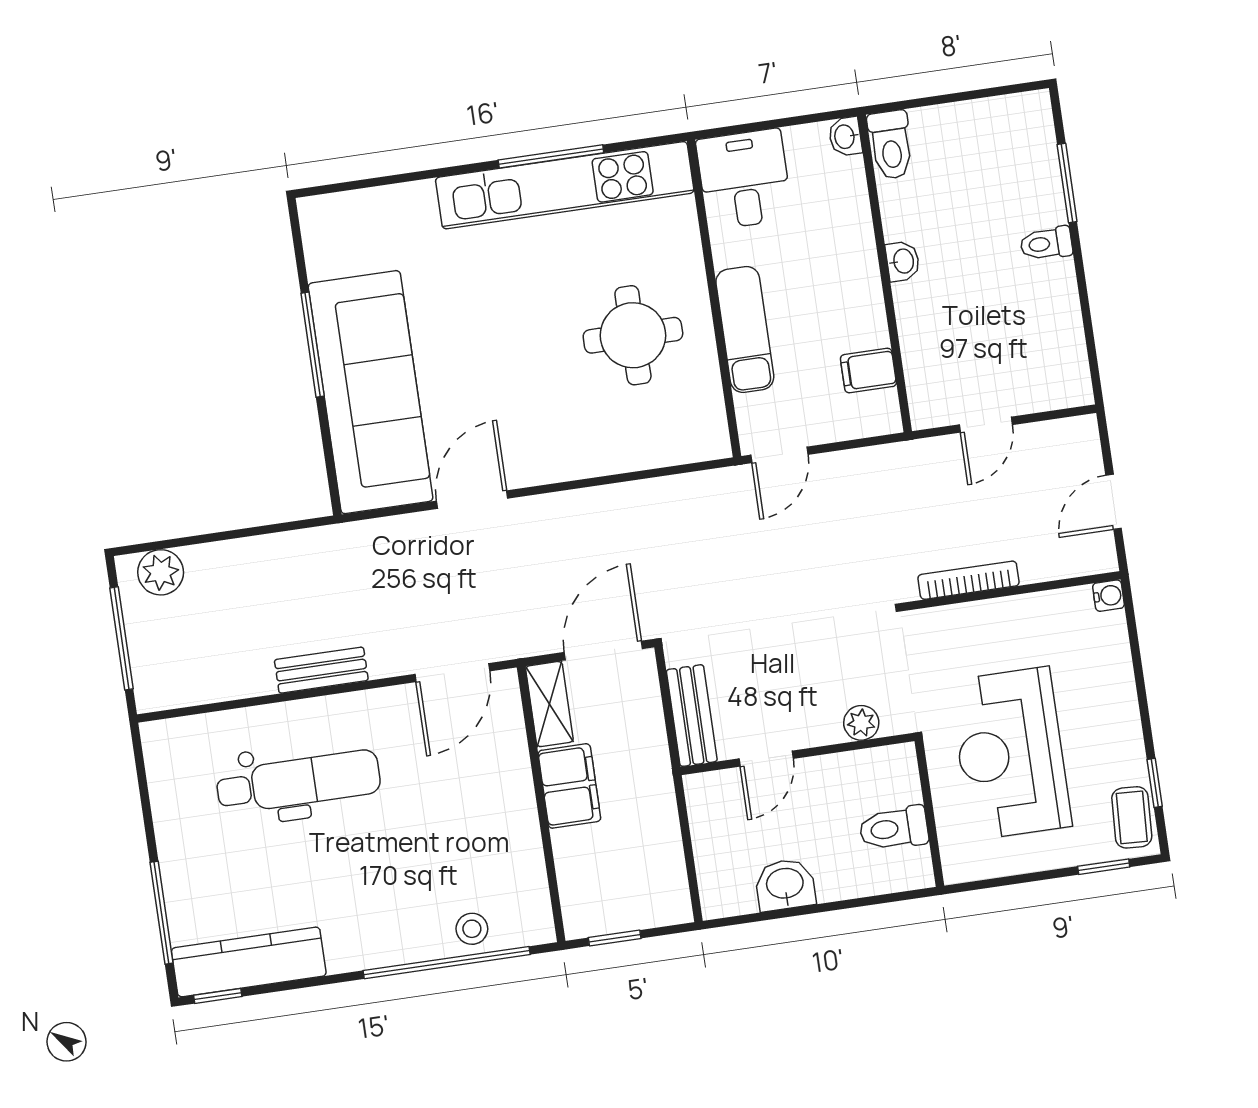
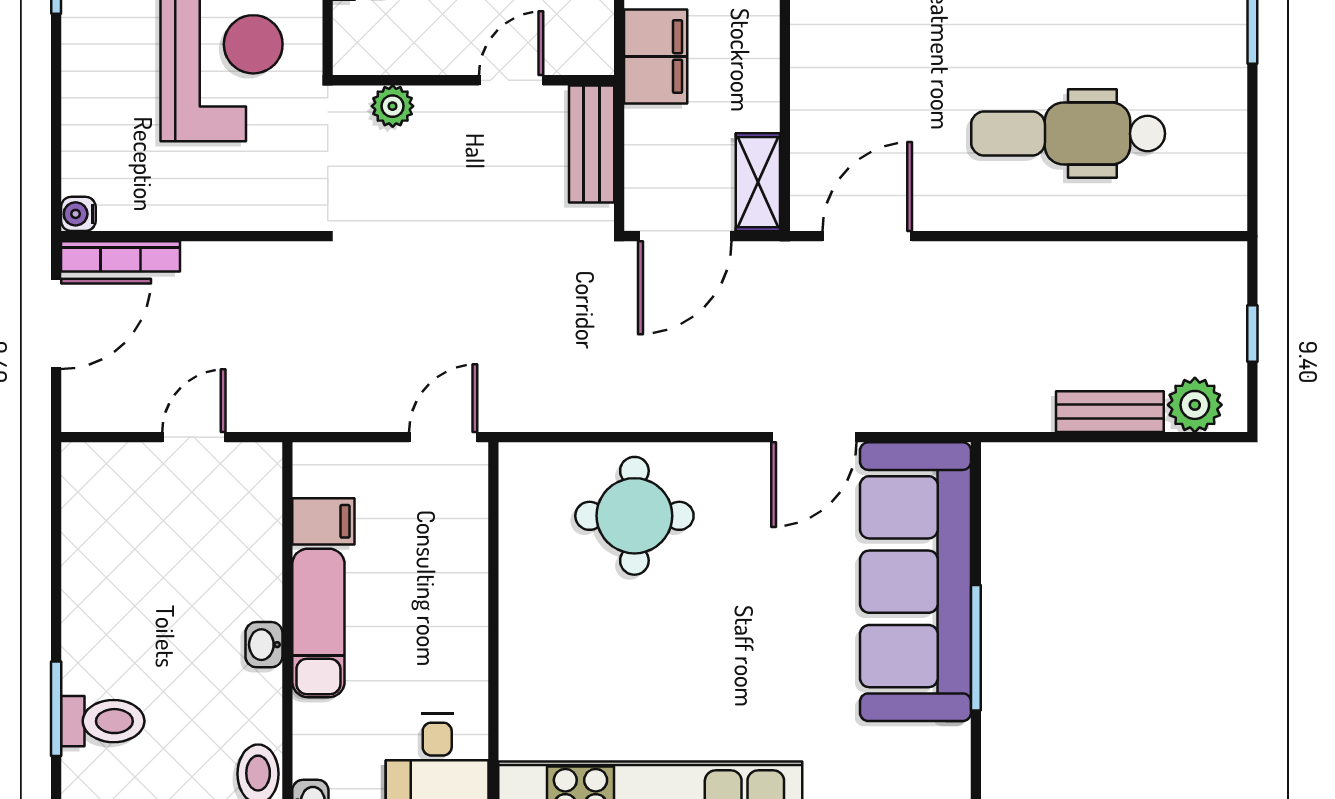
toilet: (1046, 244) -> (103, 721), moved, width x1.37, depth x1.39
exam couch: (745, 329) -> (318, 623), moved, turned 180
round table: (633, 335) -> (634, 516), moved
door: (1114, 502) -> (56, 324), width x1.38
bookcase: (968, 580) -> (121, 256), moved
window: (122, 638) -> (1252, 334), width x0.46
bench: (321, 670) -> (1110, 412), moved
filing cabinet: (569, 786) -> (656, 56), moved, turned 180

